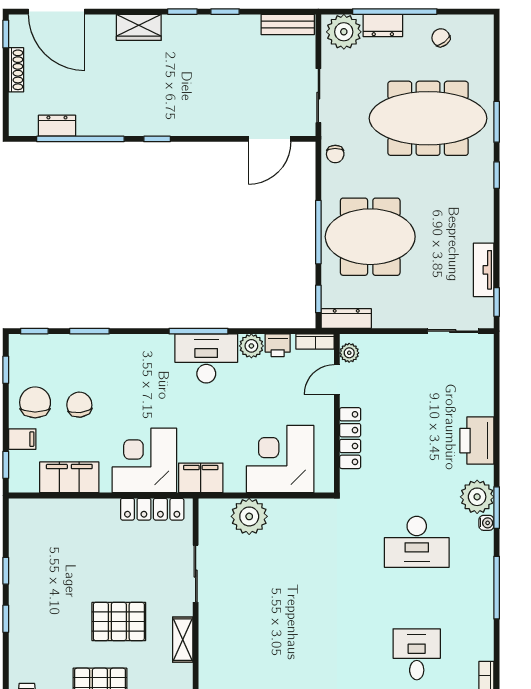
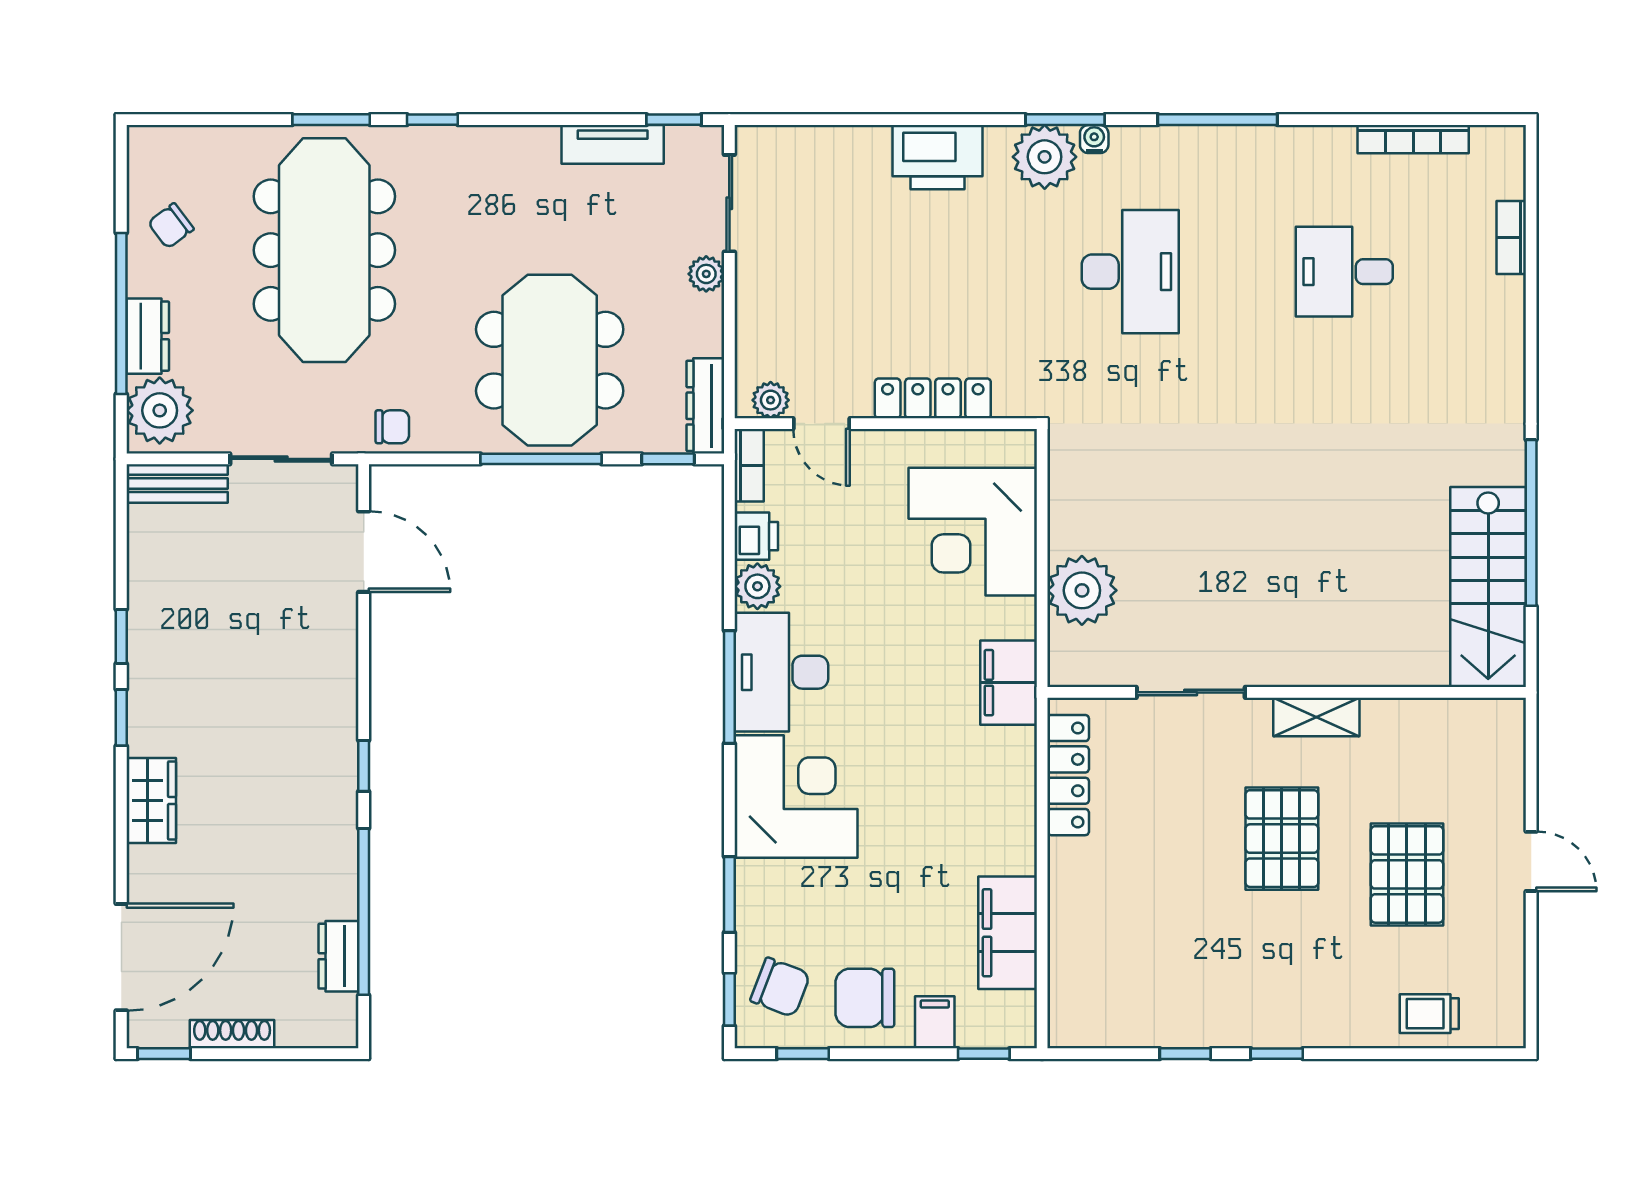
bench: (288, 24) -> (177, 483), moved, turned 90
plant: (416, 319) -> (706, 274), added
chair: (79, 405) -> (780, 987), moved, turned -152
corner desk: (144, 460) -> (796, 797), moved, turned 180

